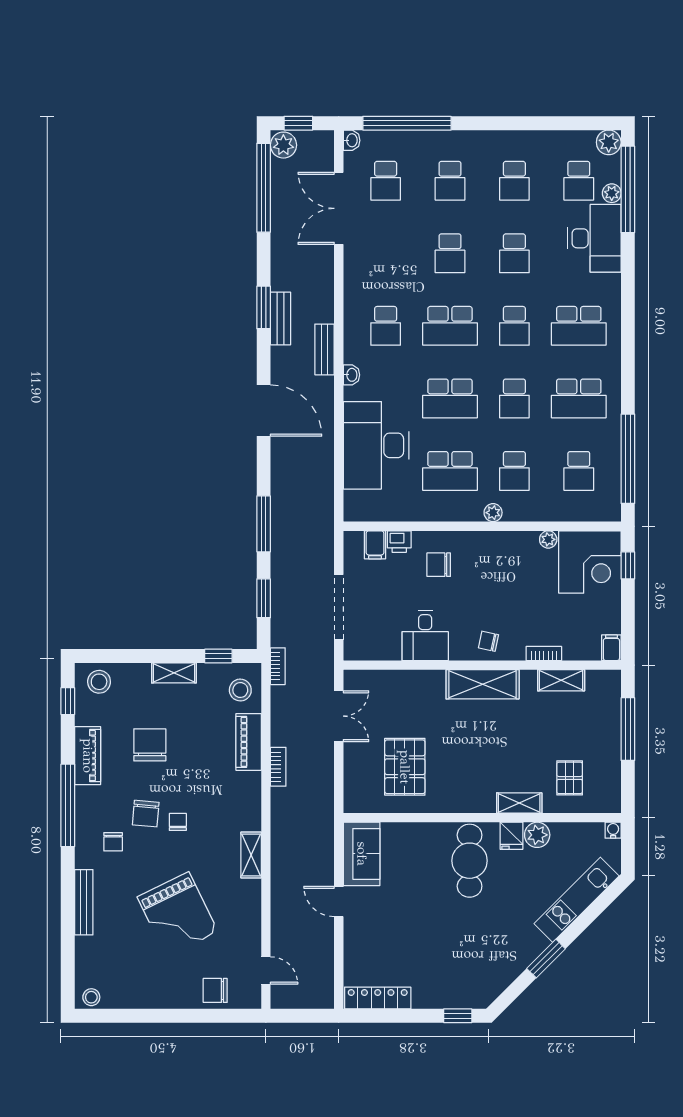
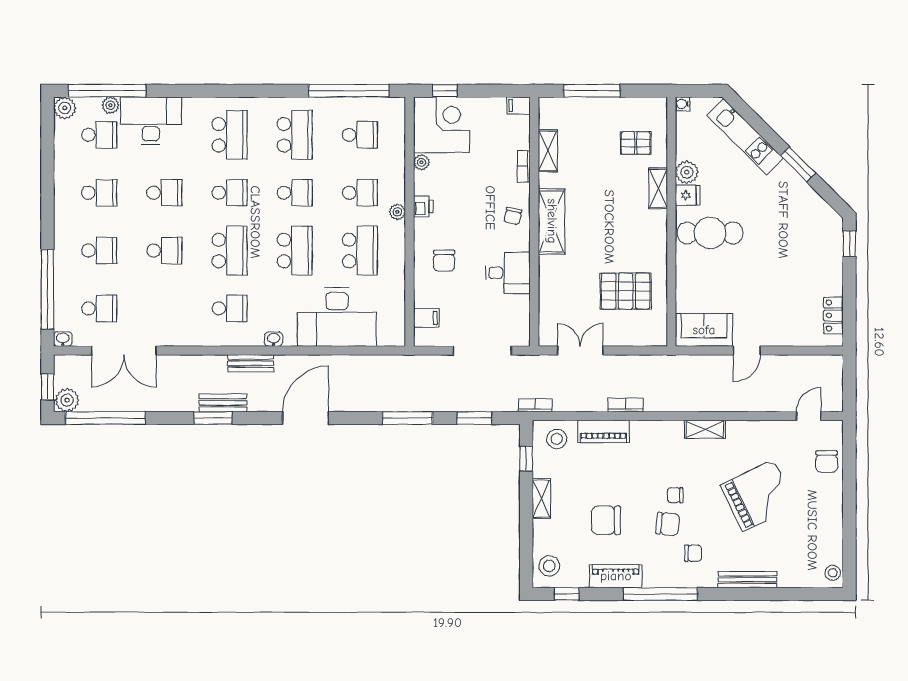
printer: (399, 542) -> (423, 207), moved
locker: (378, 998) -> (833, 315), width x0.66

